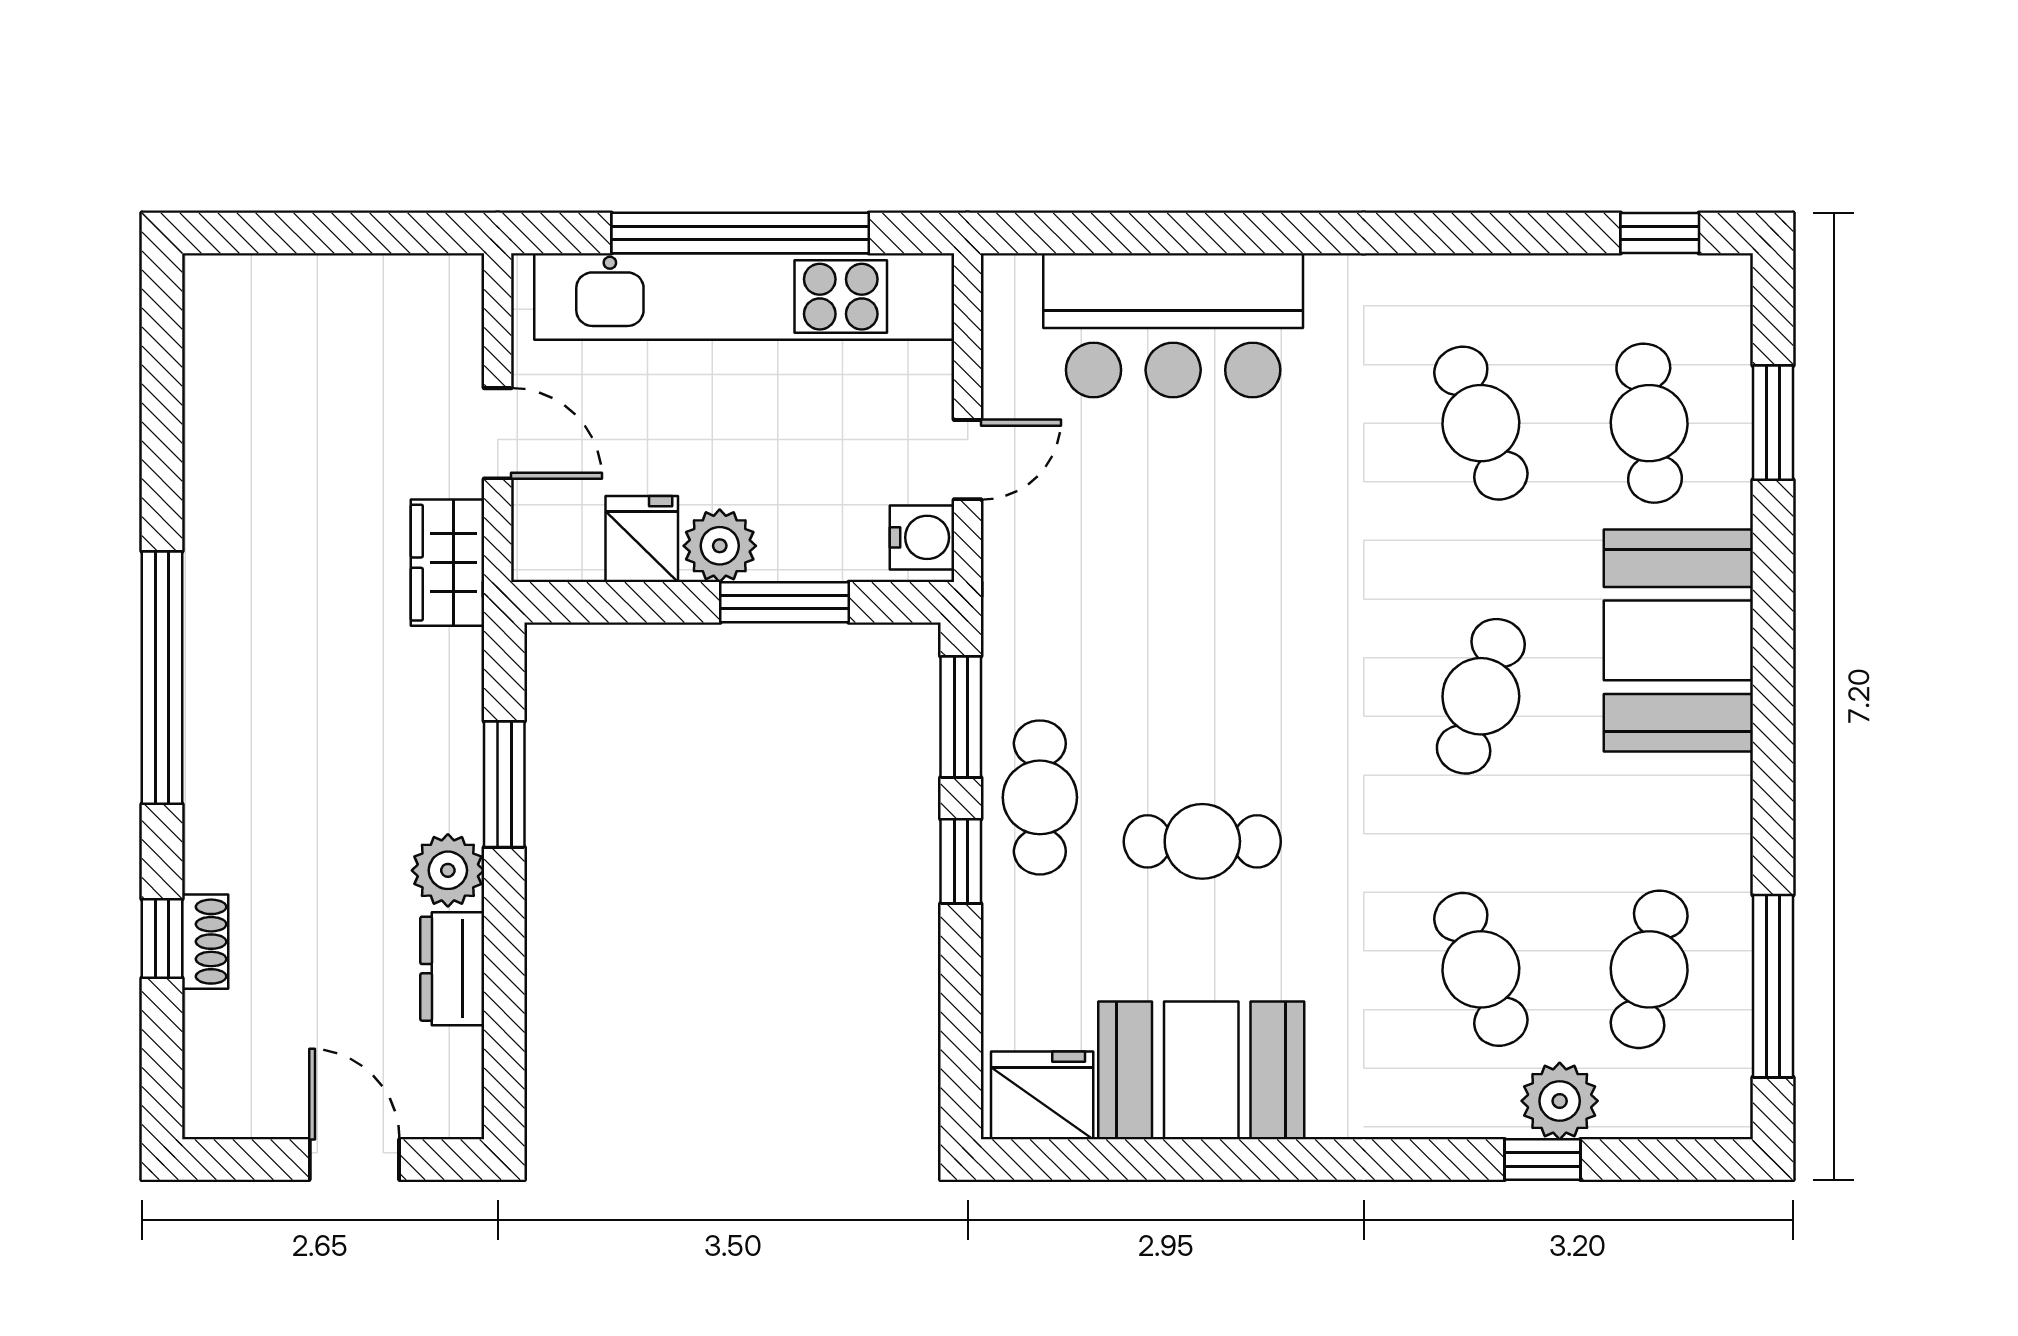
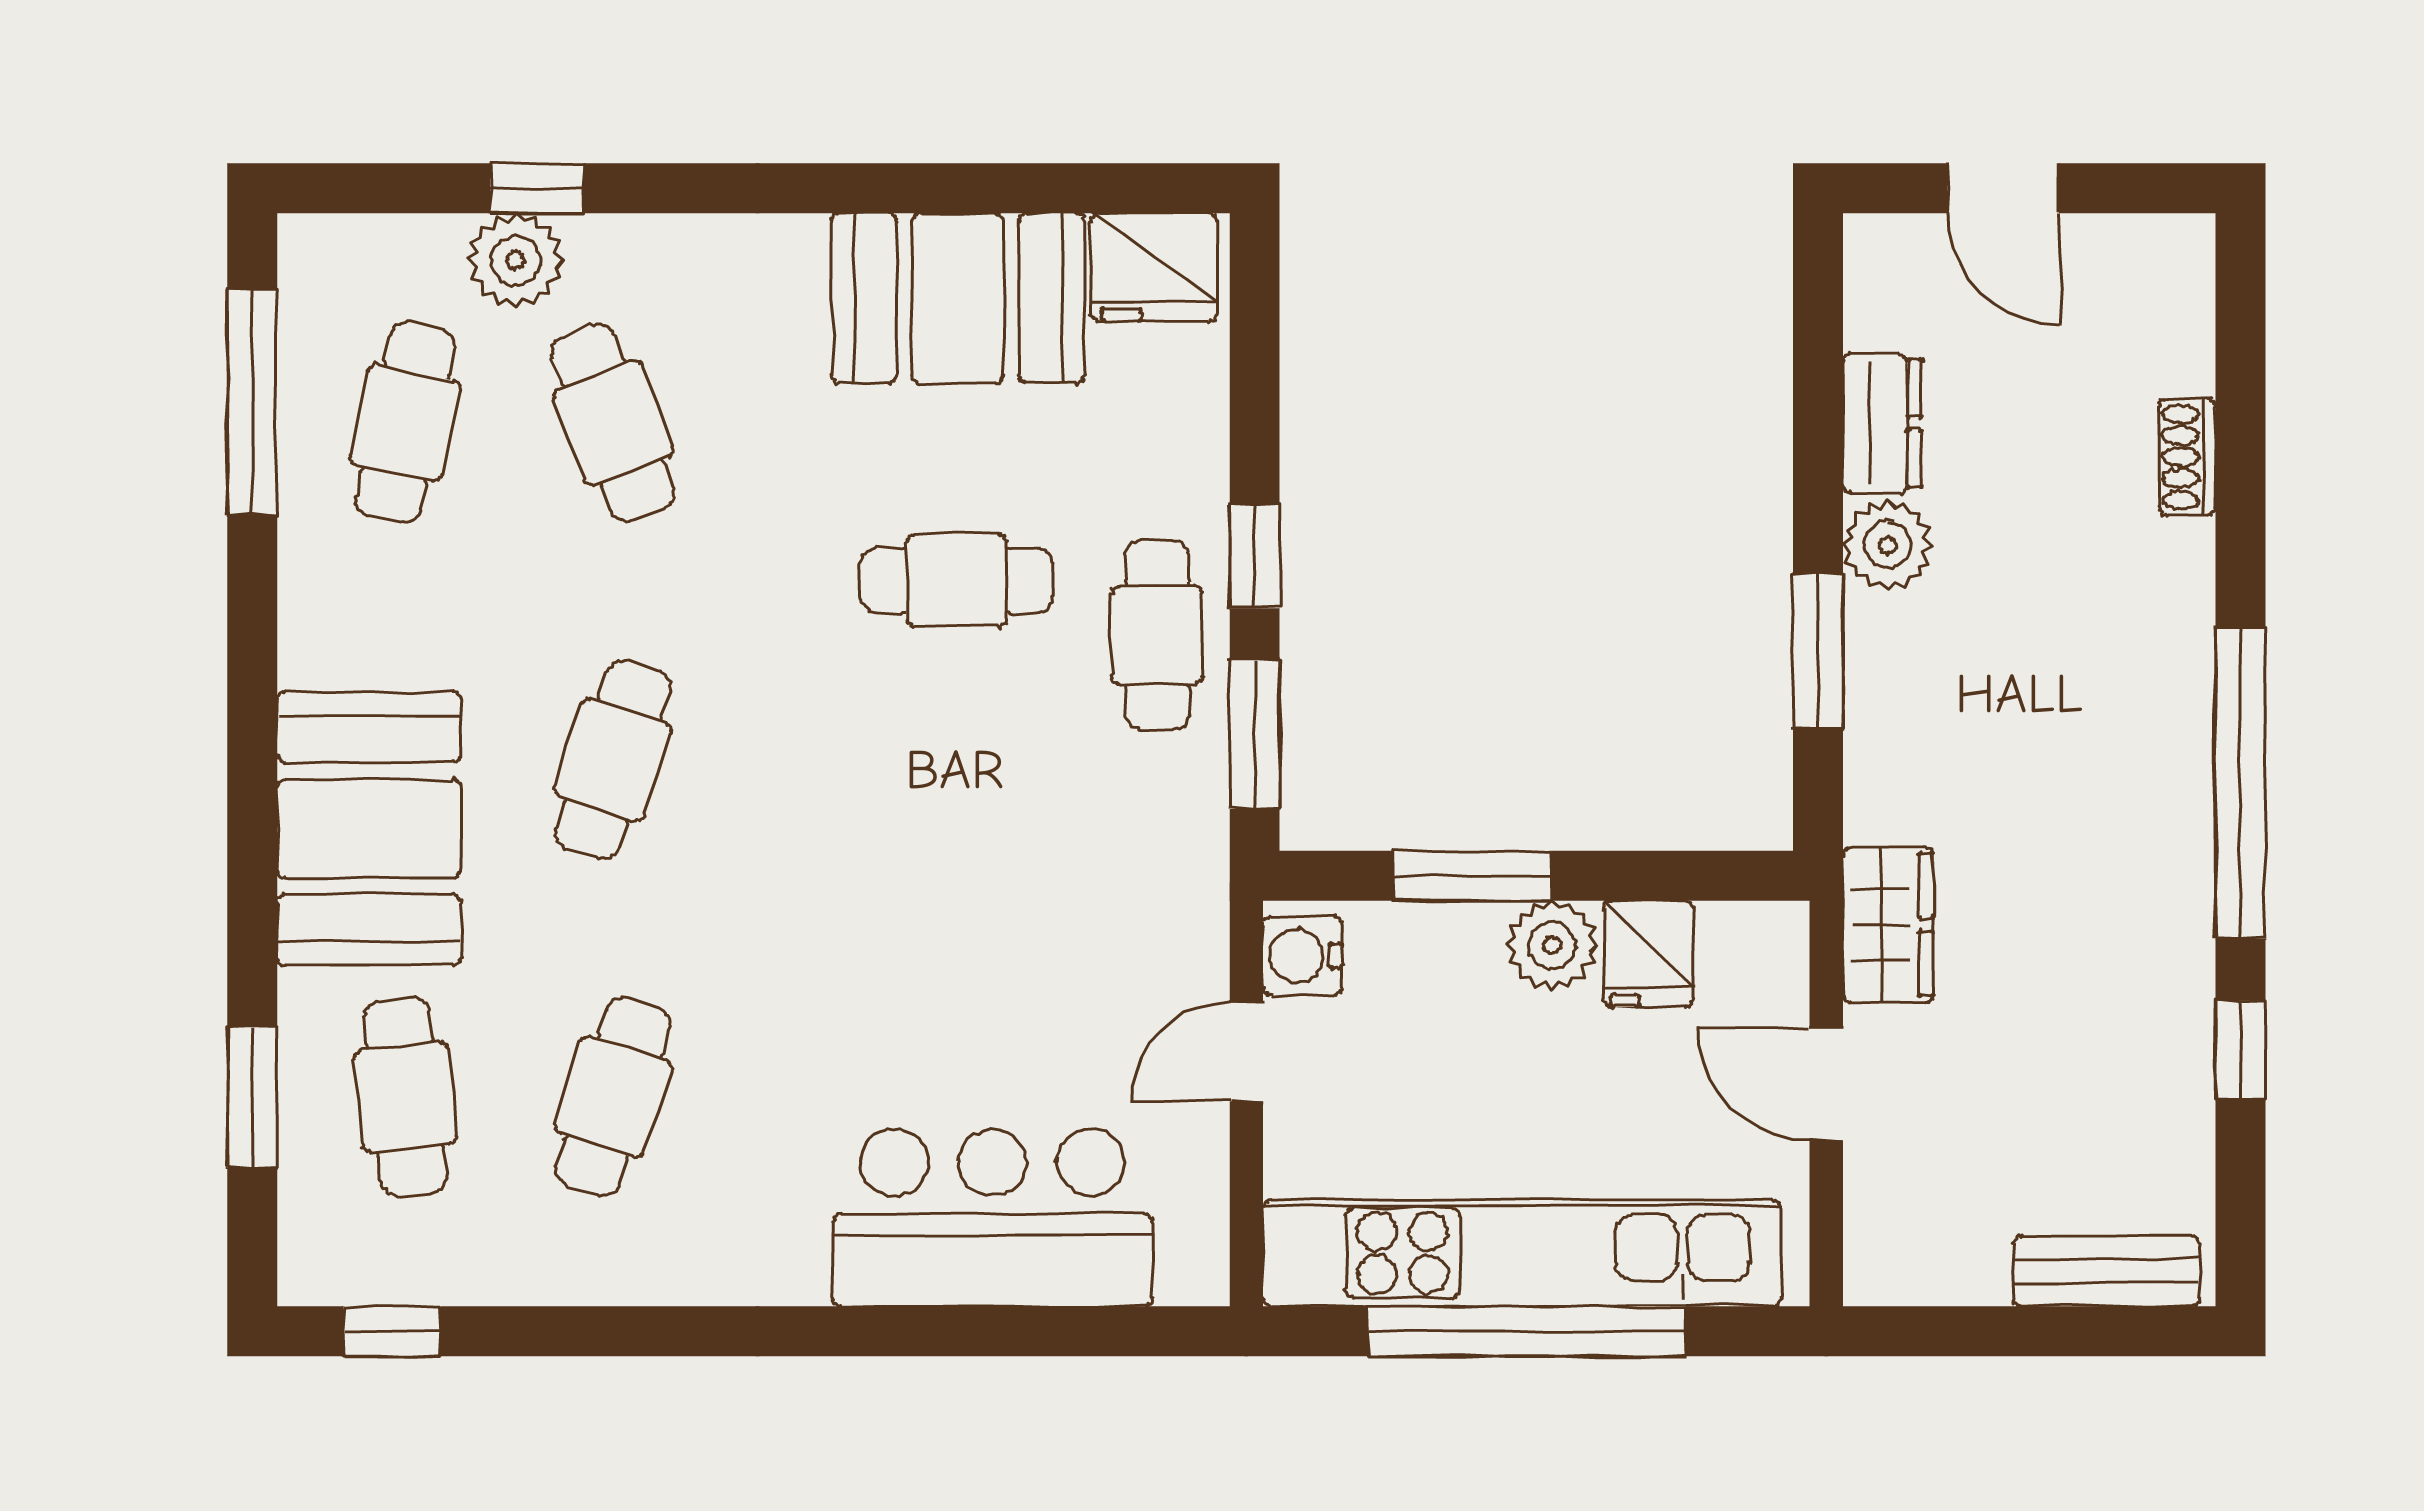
bench: (271, 282) -> (2106, 1271), added
cafe table: (1481, 423) -> (613, 1097), turned 39
window: (162, 938) -> (2240, 1050), moved

